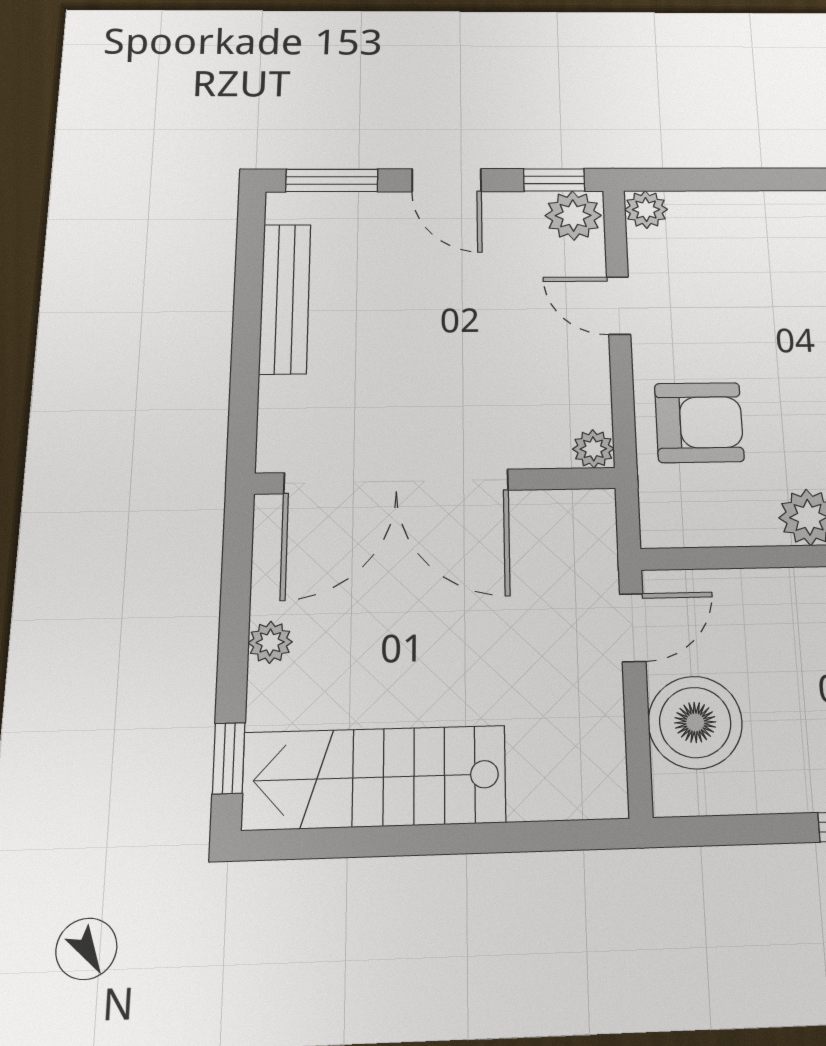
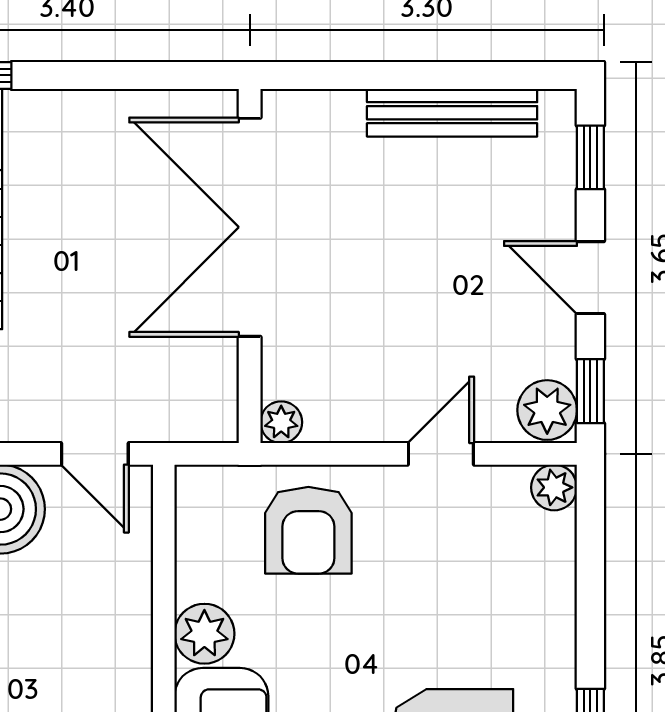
window: (332, 180) -> (590, 157), width x0.67
door: (447, 180) -> (590, 278), hinge flipped
plant: (270, 642) -> (88, 110), removed

